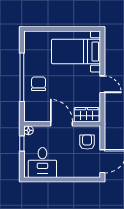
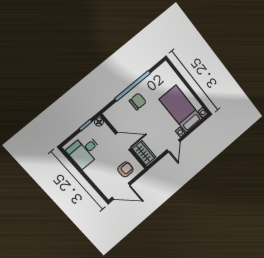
door: (61, 124) -> (123, 141), hinge flipped

